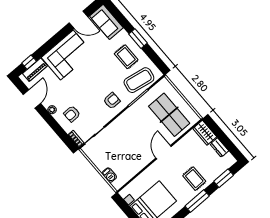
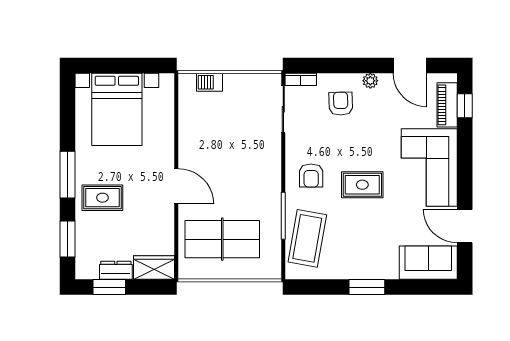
door: (78, 20) -> (465, 226), hinge flipped
rug: (126, 57) -> (362, 185), moved
window: (229, 144) -> (109, 287), added

